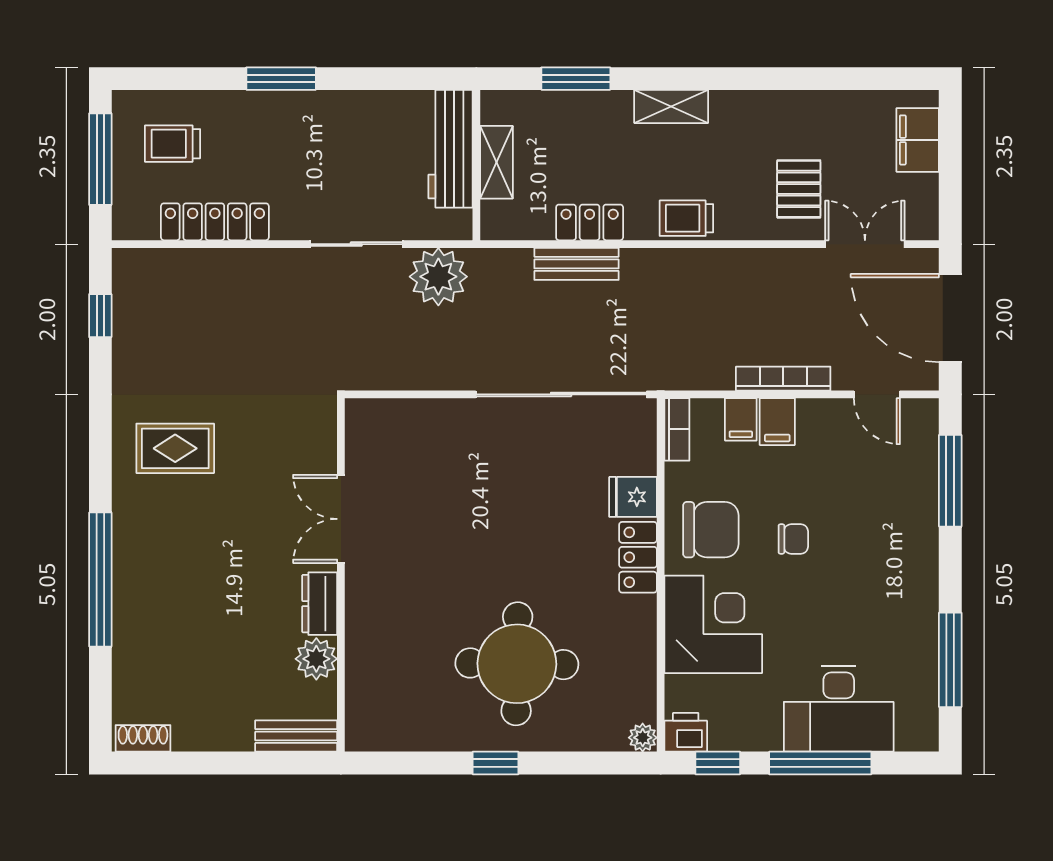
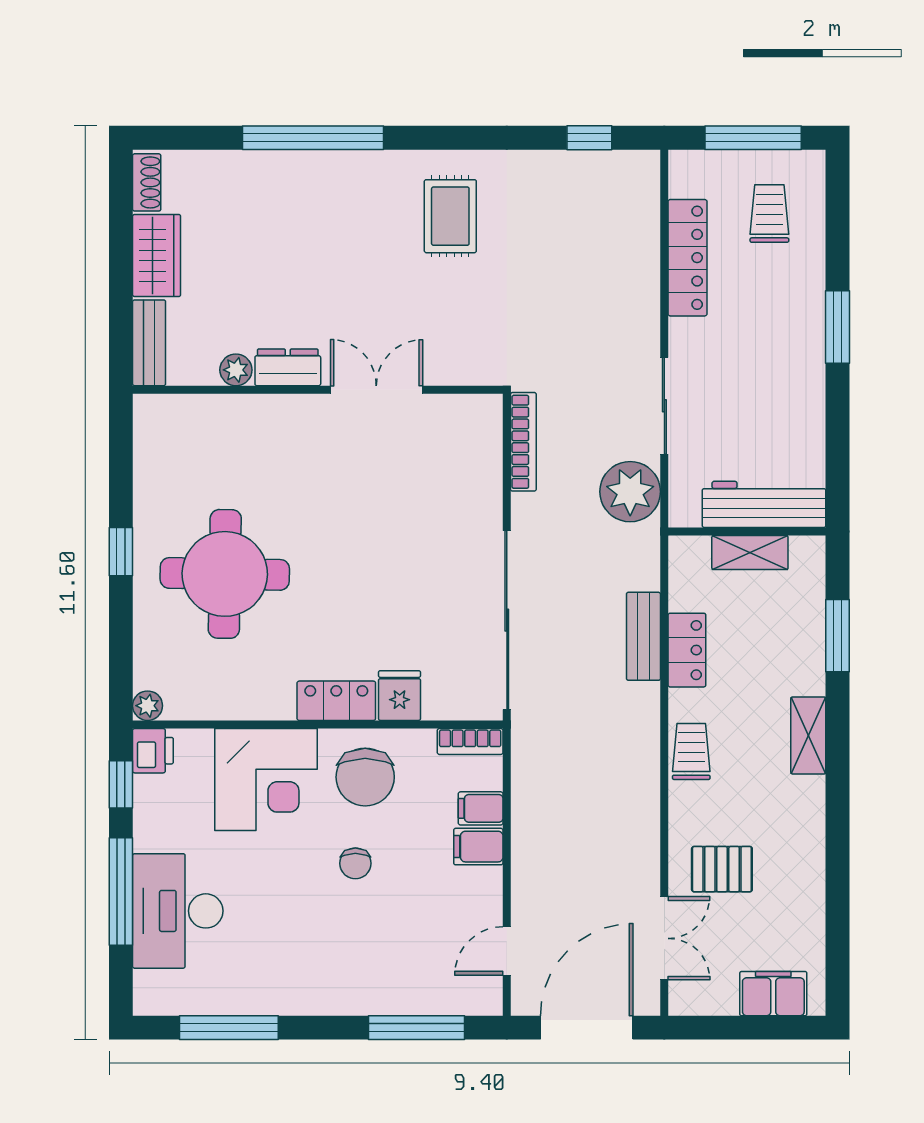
bookcase: (783, 379) -> (523, 442), moved
plant: (316, 659) -> (236, 370), width x0.73, depth x0.73
wardrobe: (213, 729) -> (157, 256), added

